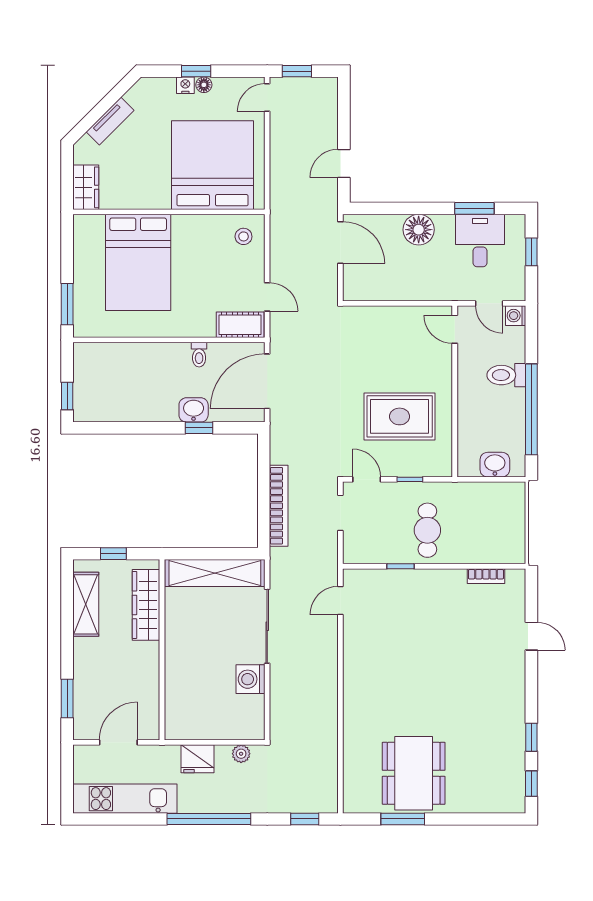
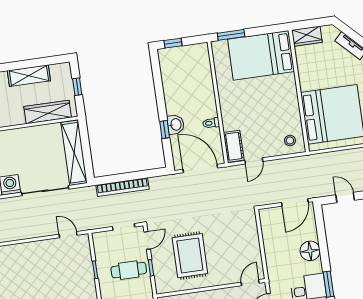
bed: (138, 262) -> (261, 55), moved
cafe table: (427, 530) -> (129, 270), moved
shelving: (86, 604) -> (29, 76), moved

